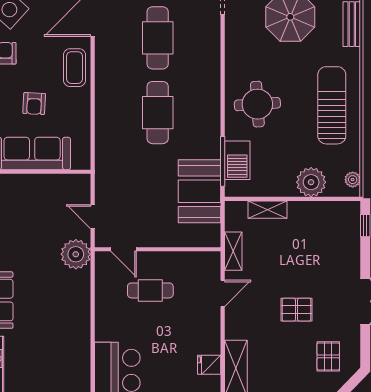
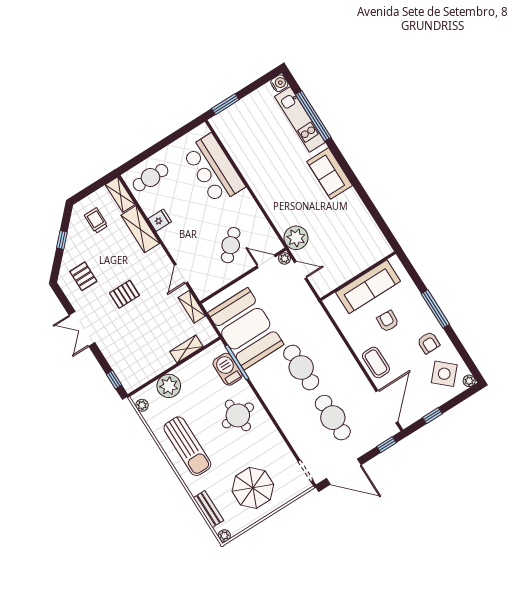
booth: (199, 191) -> (246, 329), width x1.36, depth x1.42
plant: (102, 240) -> (284, 258), added
cafe table: (150, 290) -> (231, 245), turned -43

